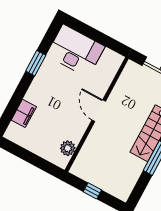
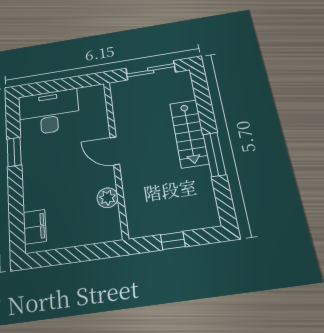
filing cabinet: (24, 113) -> (35, 227), moved
plant: (68, 148) -> (107, 198), moved

